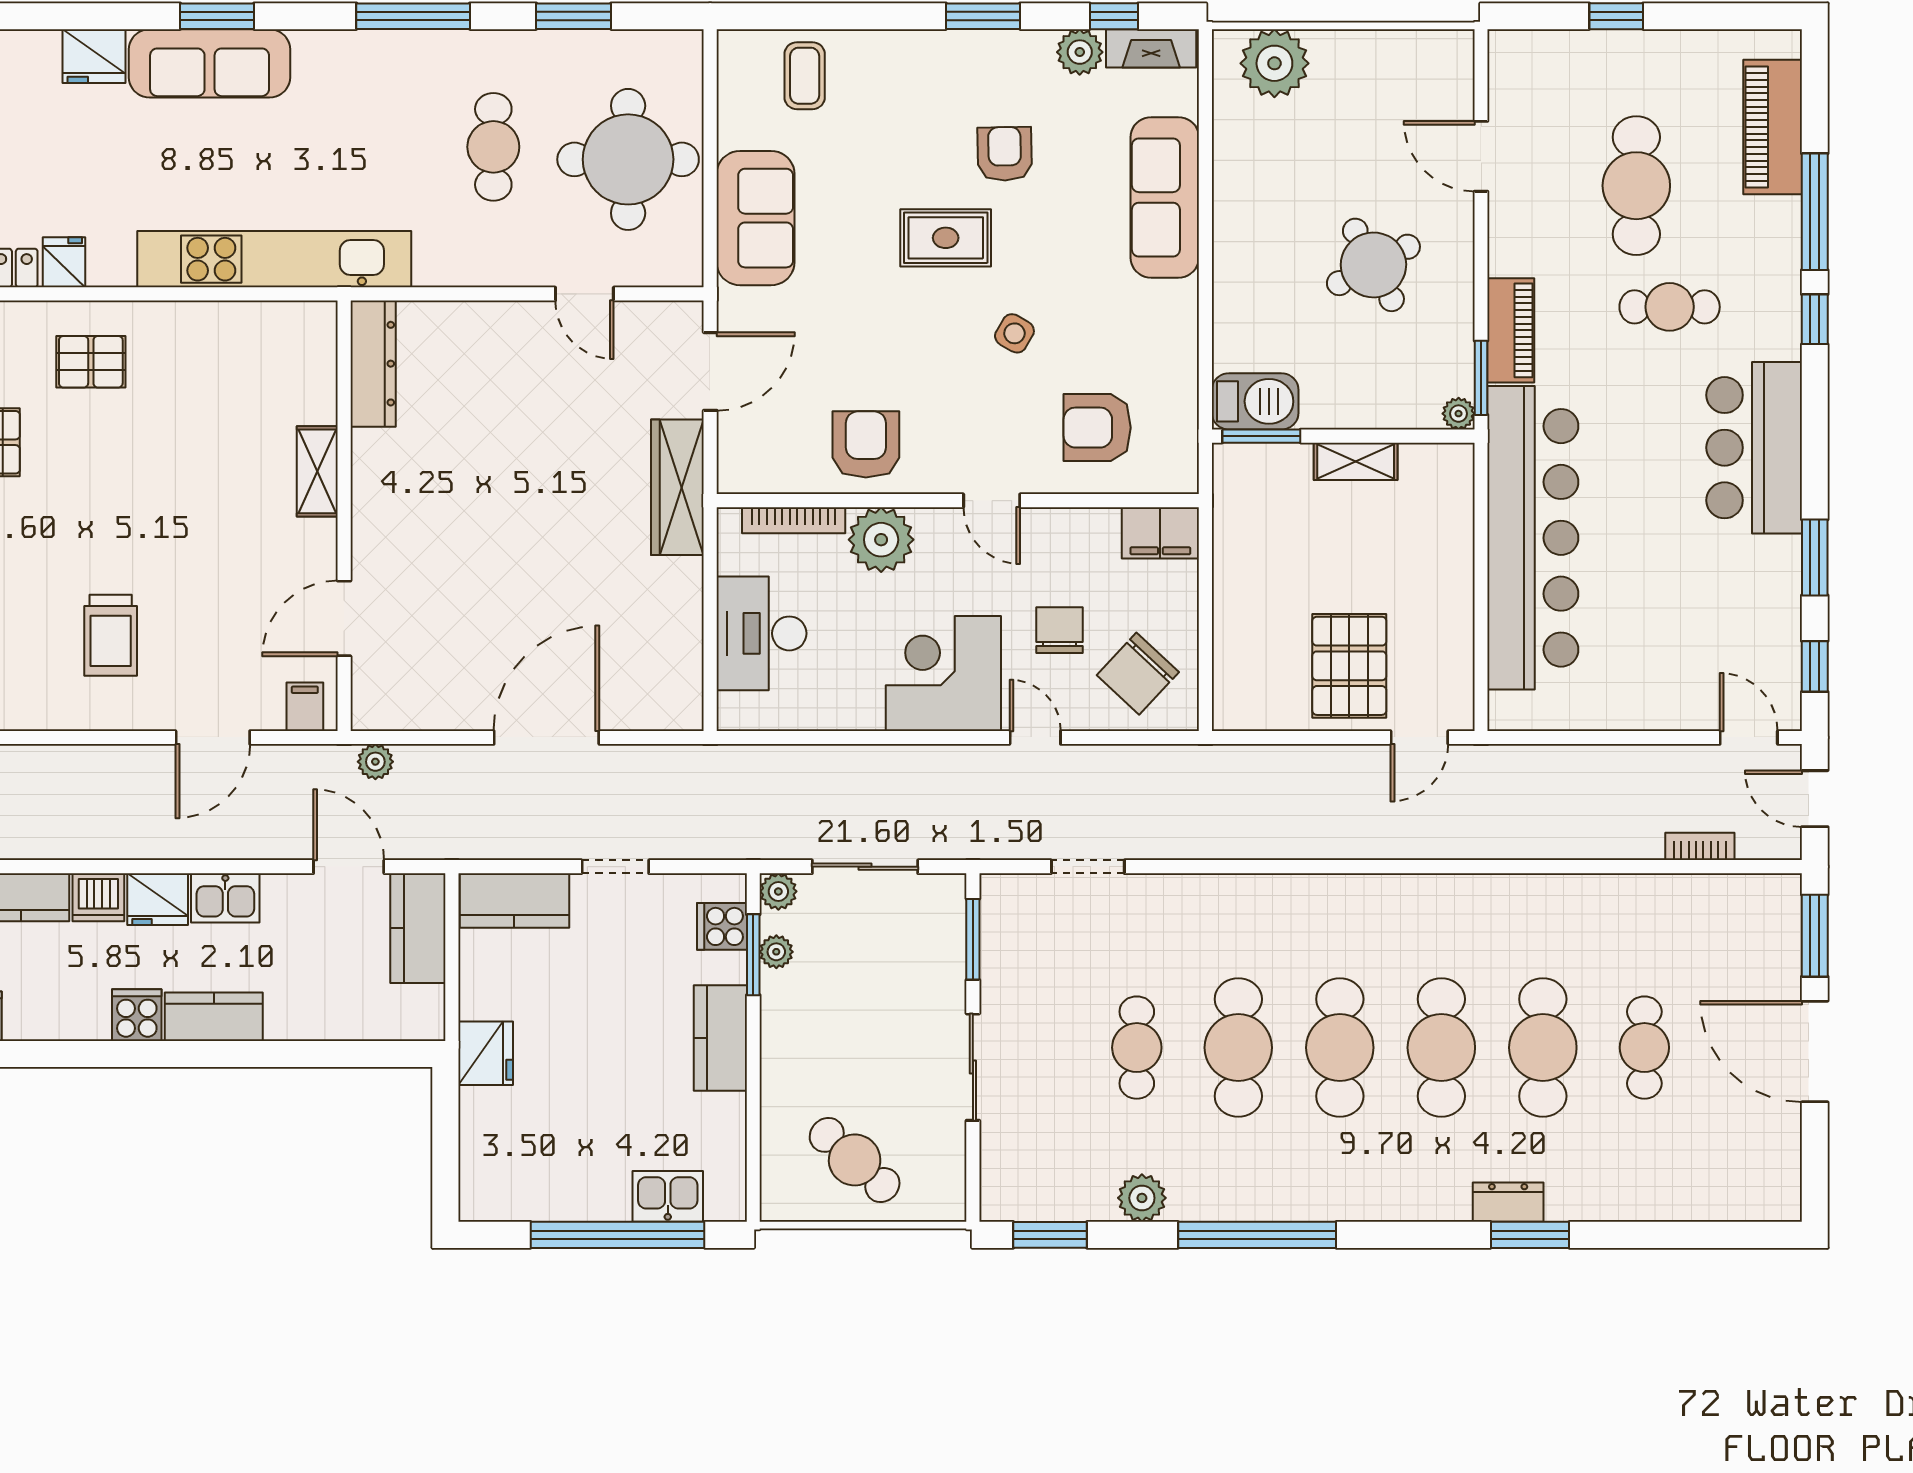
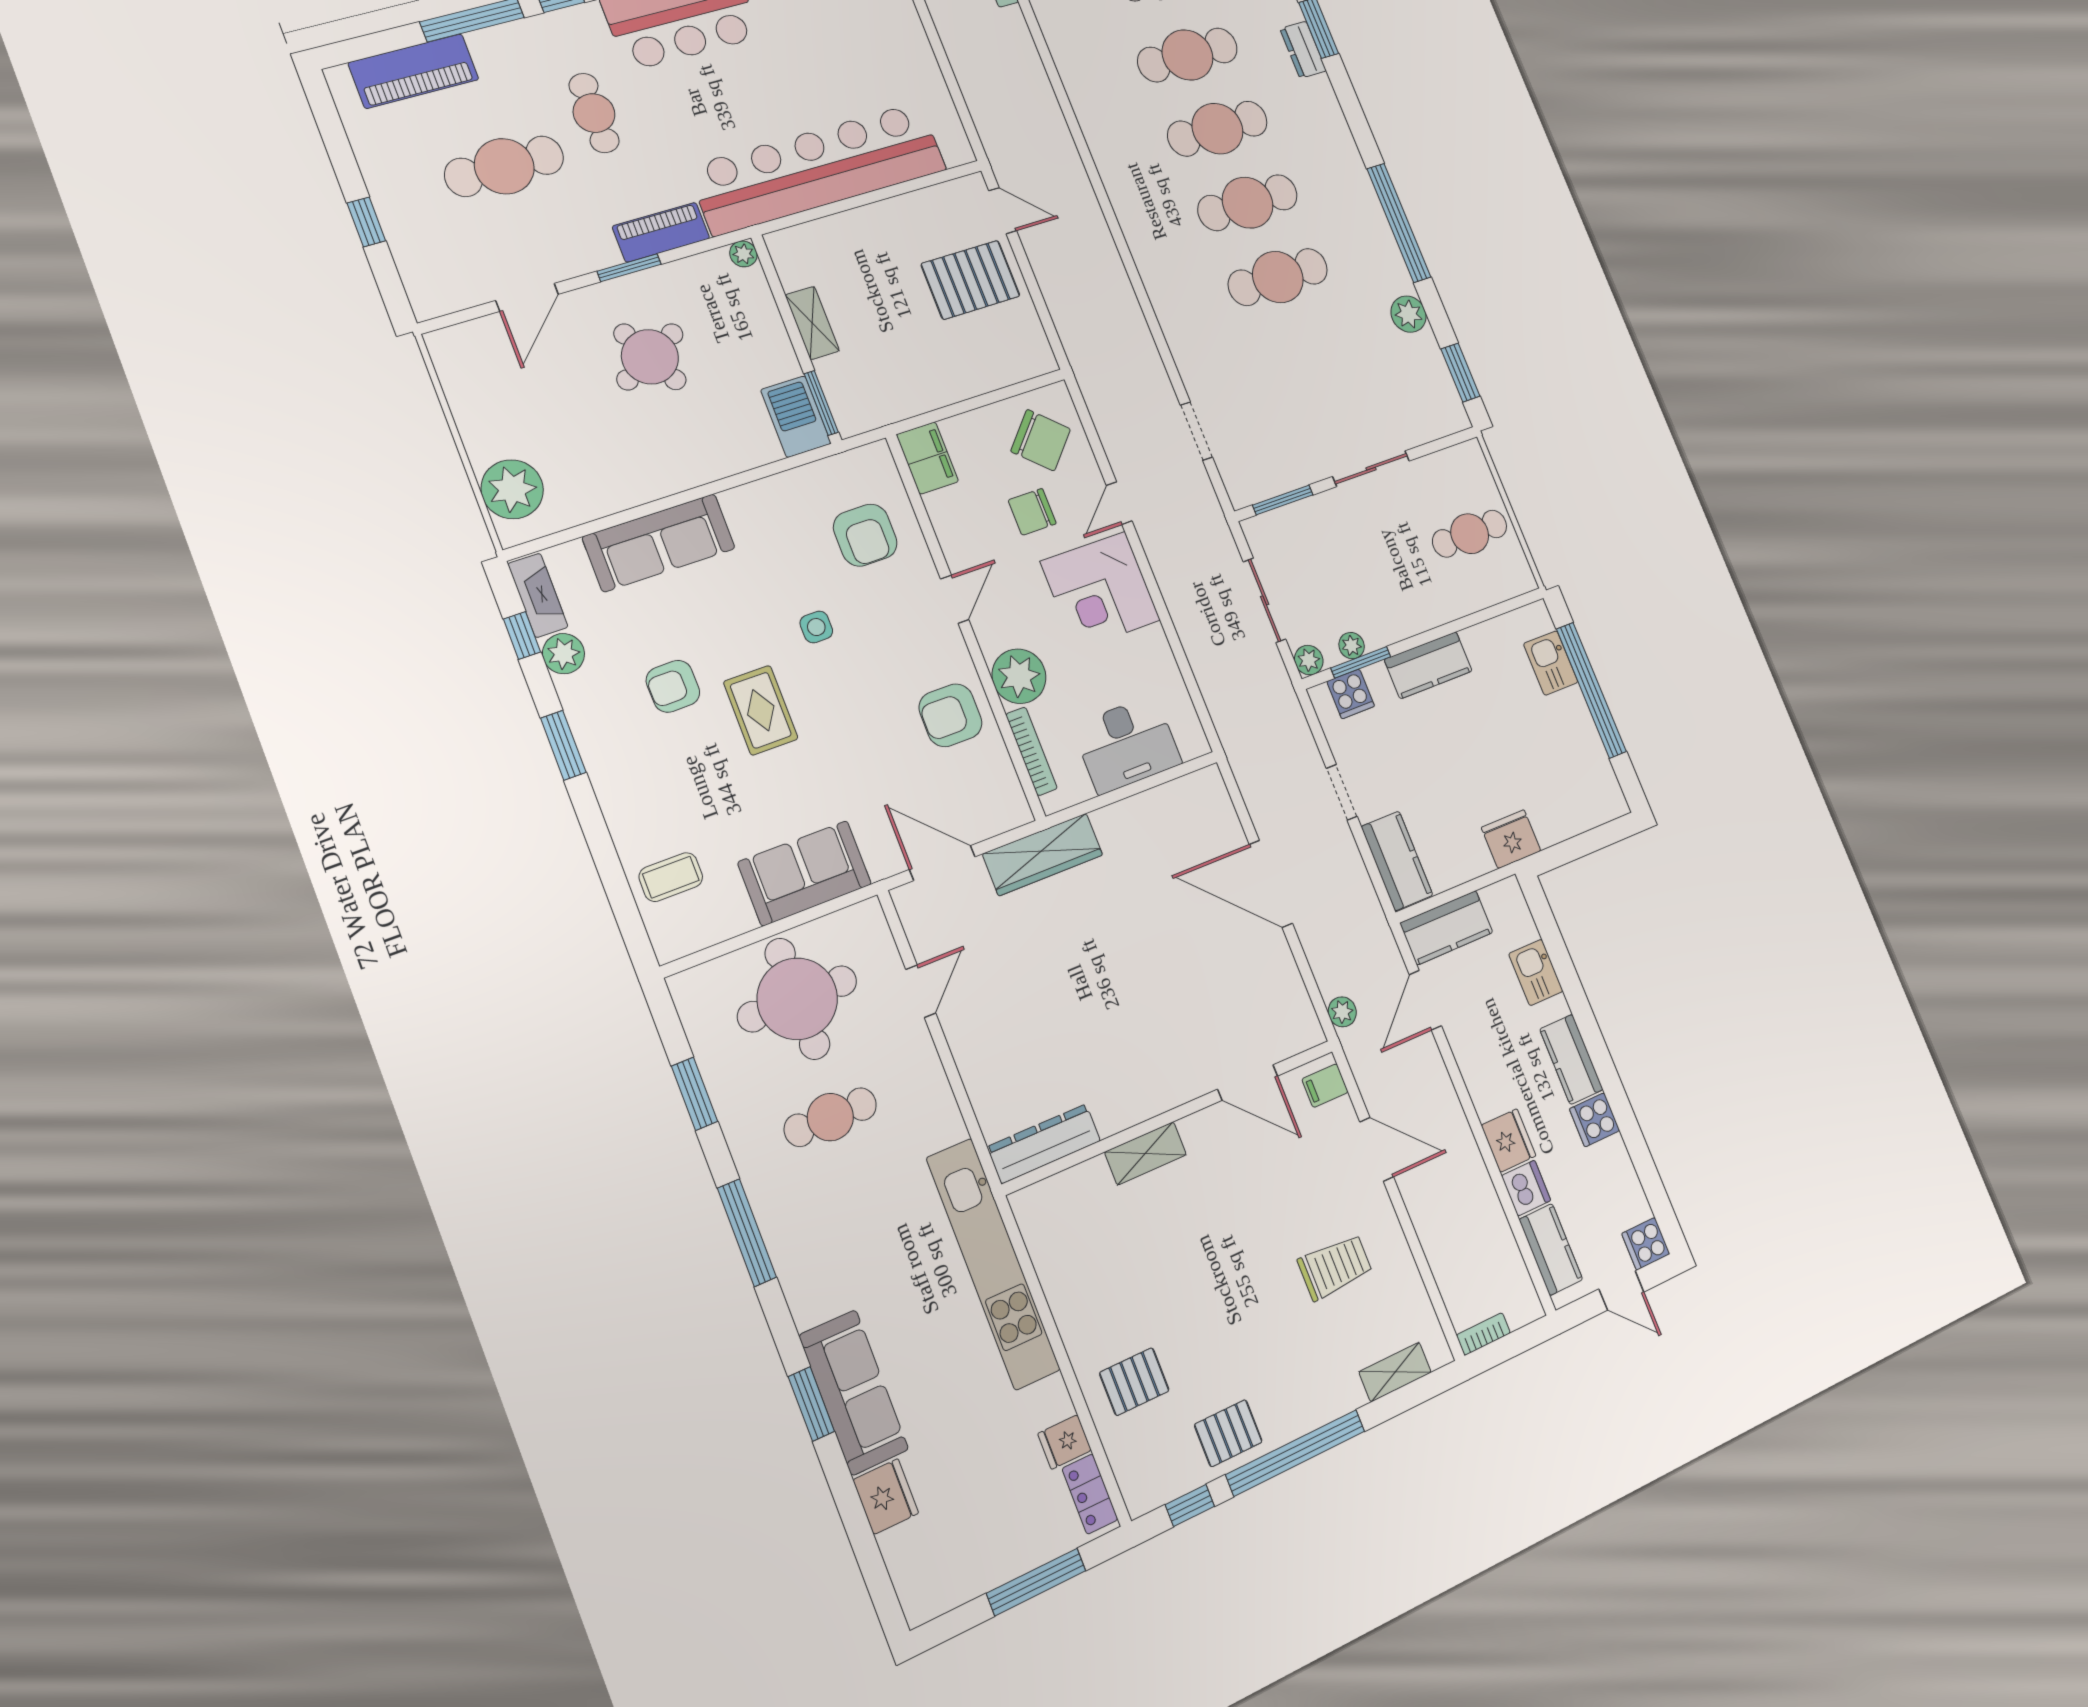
side table: (1014, 333) -> (816, 627), turned -30
pallet: (91, 362) -> (1134, 1382), turned 90
window: (1481, 378) -> (629, 268), moved
kitchen sink: (225, 898) -> (1536, 972), moved, turned 180
cafe table: (1137, 1048) -> (1308, 352), removed
cafe table: (855, 1160) -> (1470, 534), turned 47

